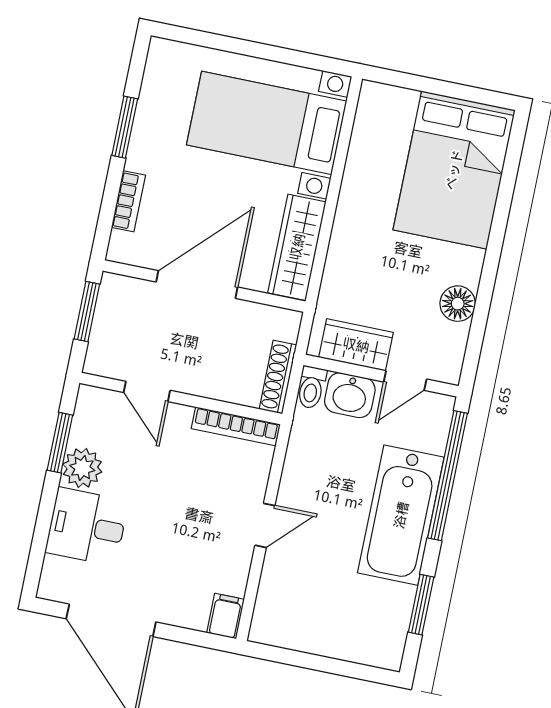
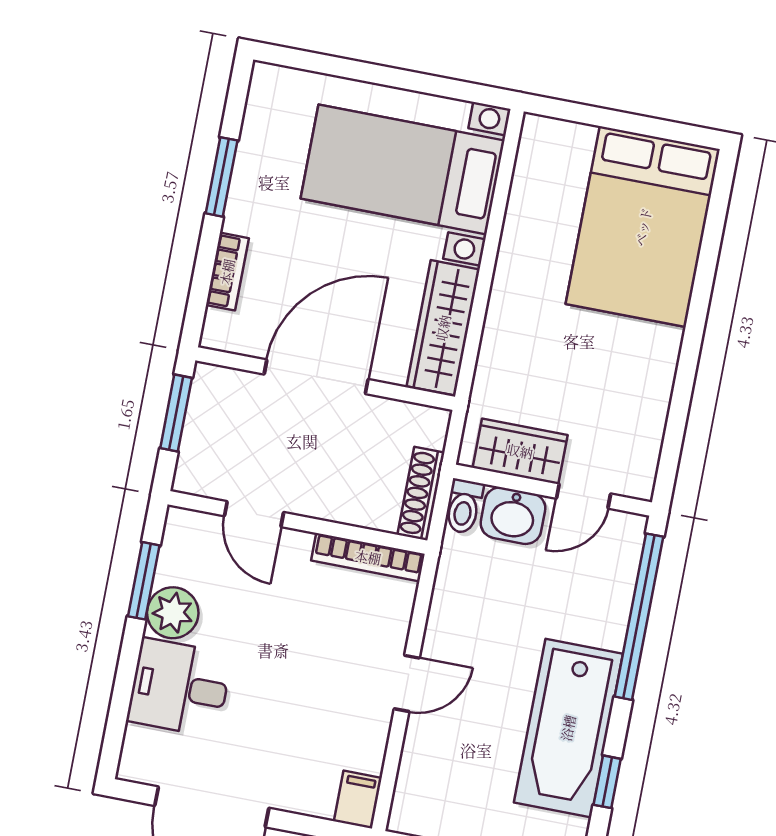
floor lamp: (458, 304) -> (649, 397), removed
bathtub: (401, 515) -> (568, 728), moved
window: (421, 605) -> (607, 782), width x0.67

